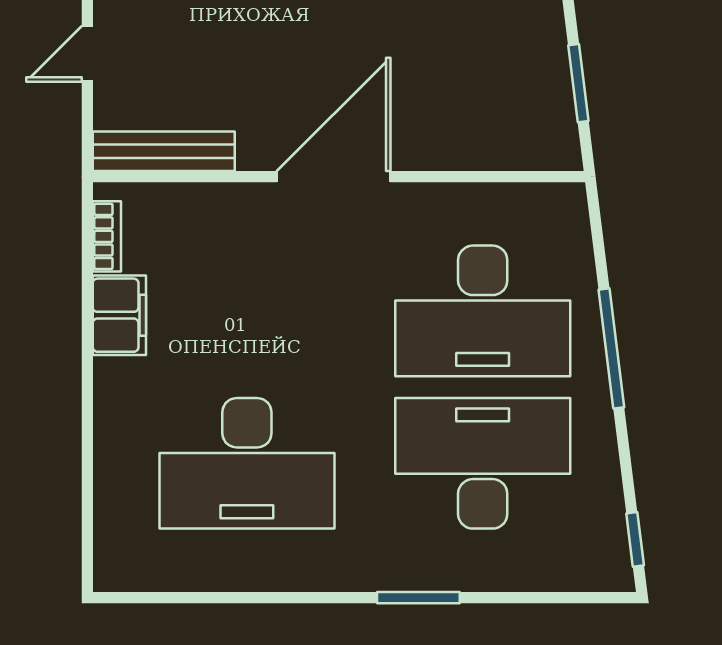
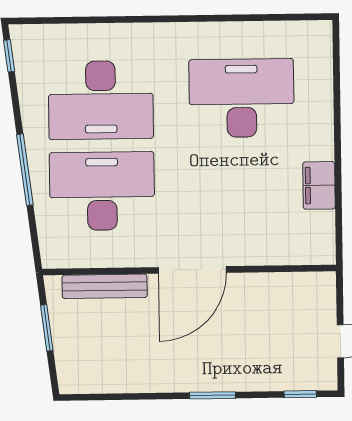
bench: (164, 151) -> (105, 286), moved
bookcase: (107, 236) -> (327, 232), removed
window: (418, 598) -> (138, 19), removed

